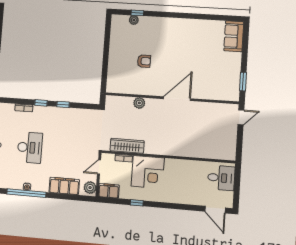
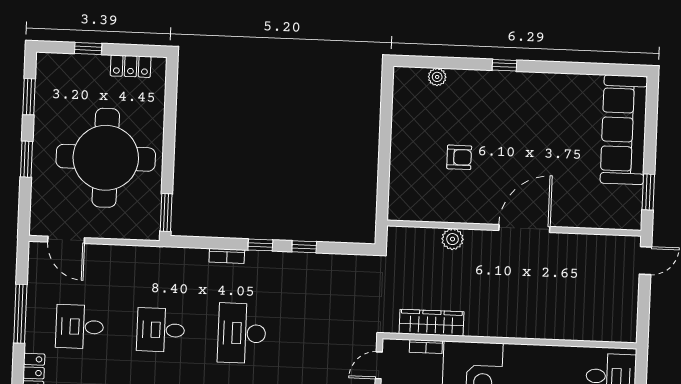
window: (137, 13) -> (504, 65), moved
sofa: (234, 36) -> (624, 130), width x1.85, depth x1.27
desk: (30, 148) -> (242, 333), turned 180

